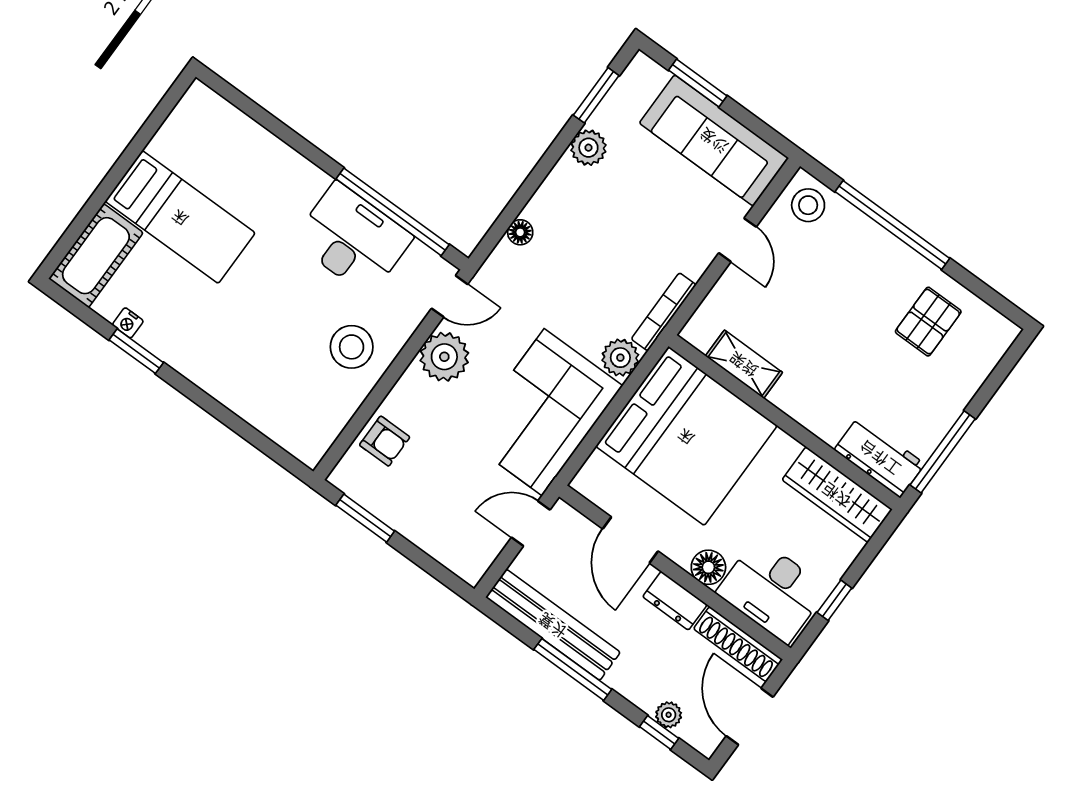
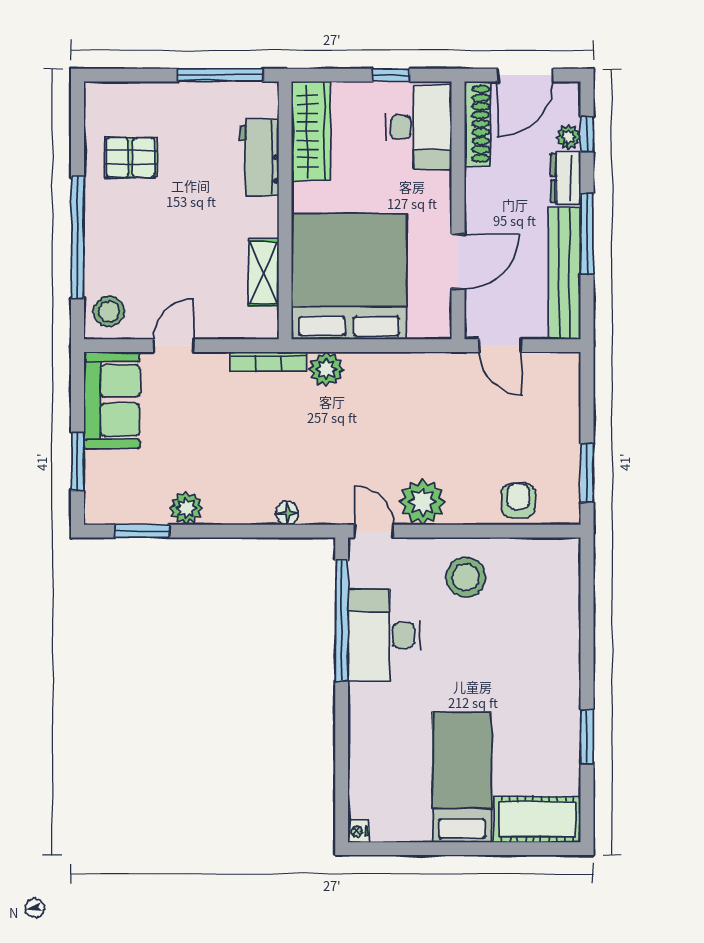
sofa: (714, 140) -> (112, 400), width x0.73
nightstand: (128, 323) -> (358, 831), moved, turned 180
corner sofa: (543, 412) -> (410, 397), removed
workbench: (880, 457) -> (259, 157), moved
floor lamp: (708, 567) -> (436, 188), removed
dresser: (675, 601) -> (566, 178), moved, turned 180

